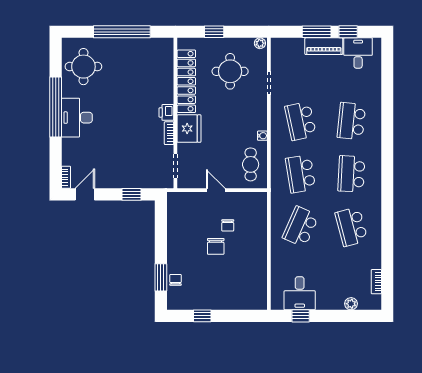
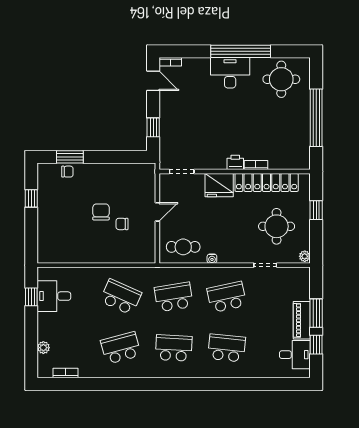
bookcase: (169, 133) -> (256, 165), moved
chair: (216, 246) -> (101, 212), turned 90

